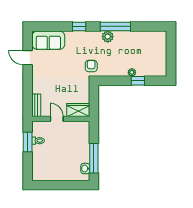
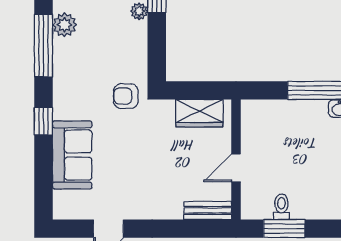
plant: (108, 37) -> (65, 25), moved
sofa: (48, 40) -> (72, 155), moved
wardrobe: (78, 110) -> (199, 113), moved, turned -90

